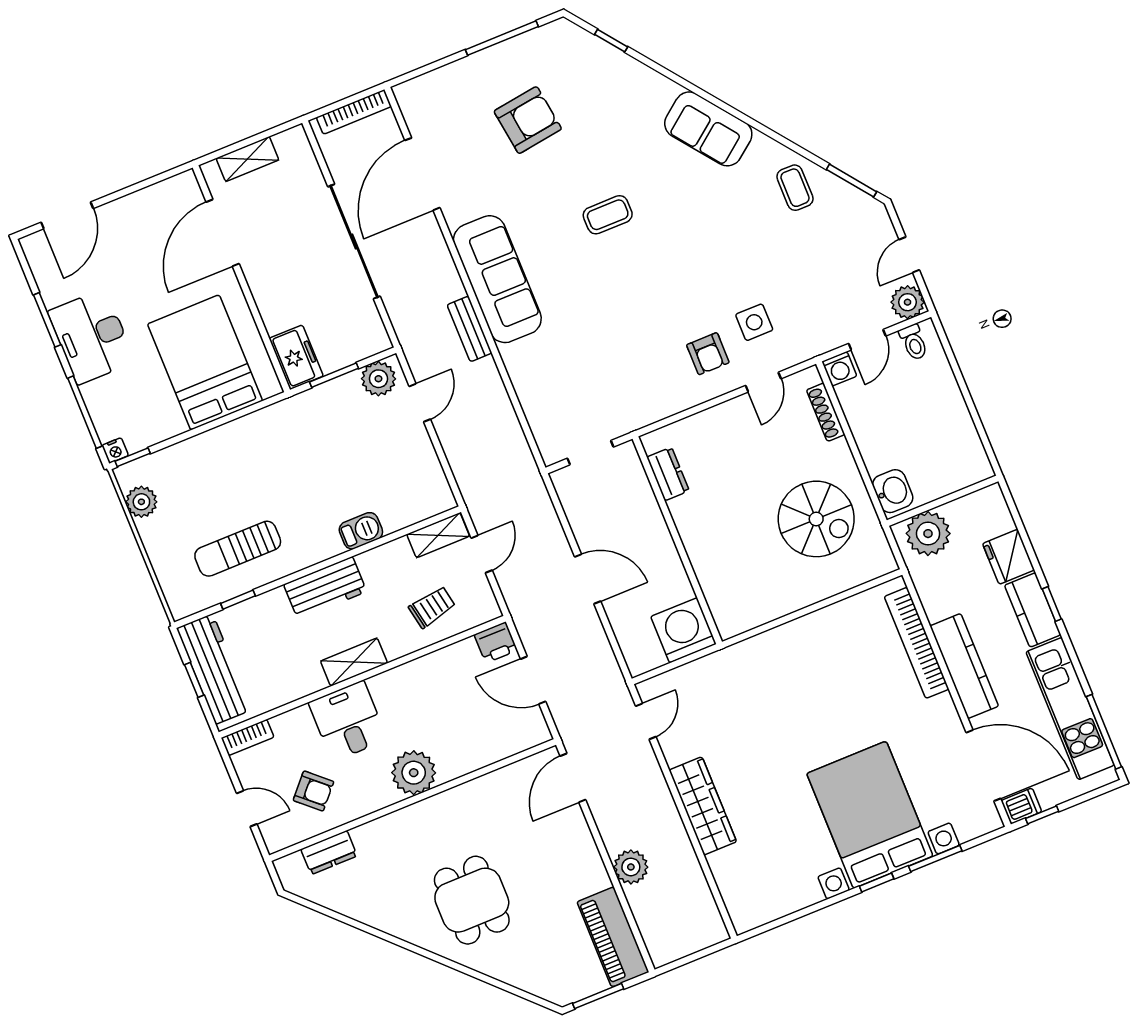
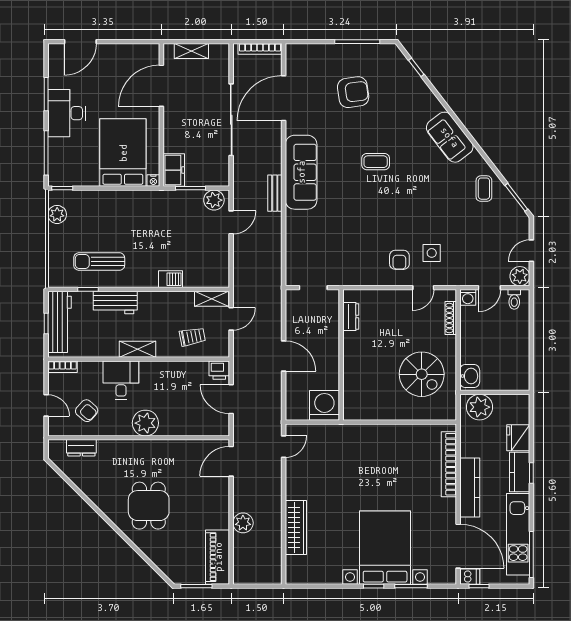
nightstand: (115, 450) -> (153, 181), moved
workbench: (325, 588) -> (115, 302), moved
wardrobe: (703, 806) -> (296, 527), moved

